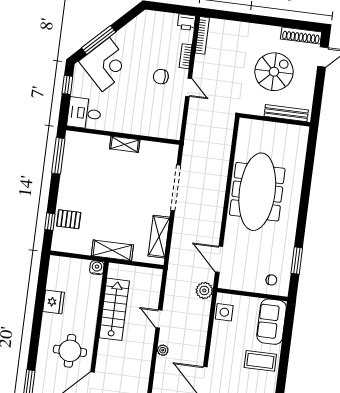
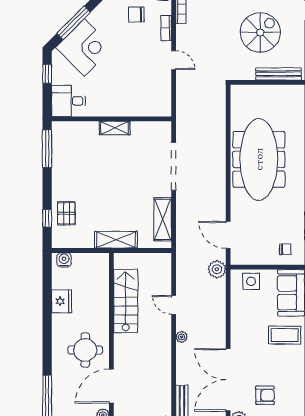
chair: (161, 77) -> (136, 14), moved
pallet: (69, 219) -> (66, 213), turned 90
water cooler: (97, 268) -> (64, 260), moved
side table: (224, 312) -> (251, 281), moved

